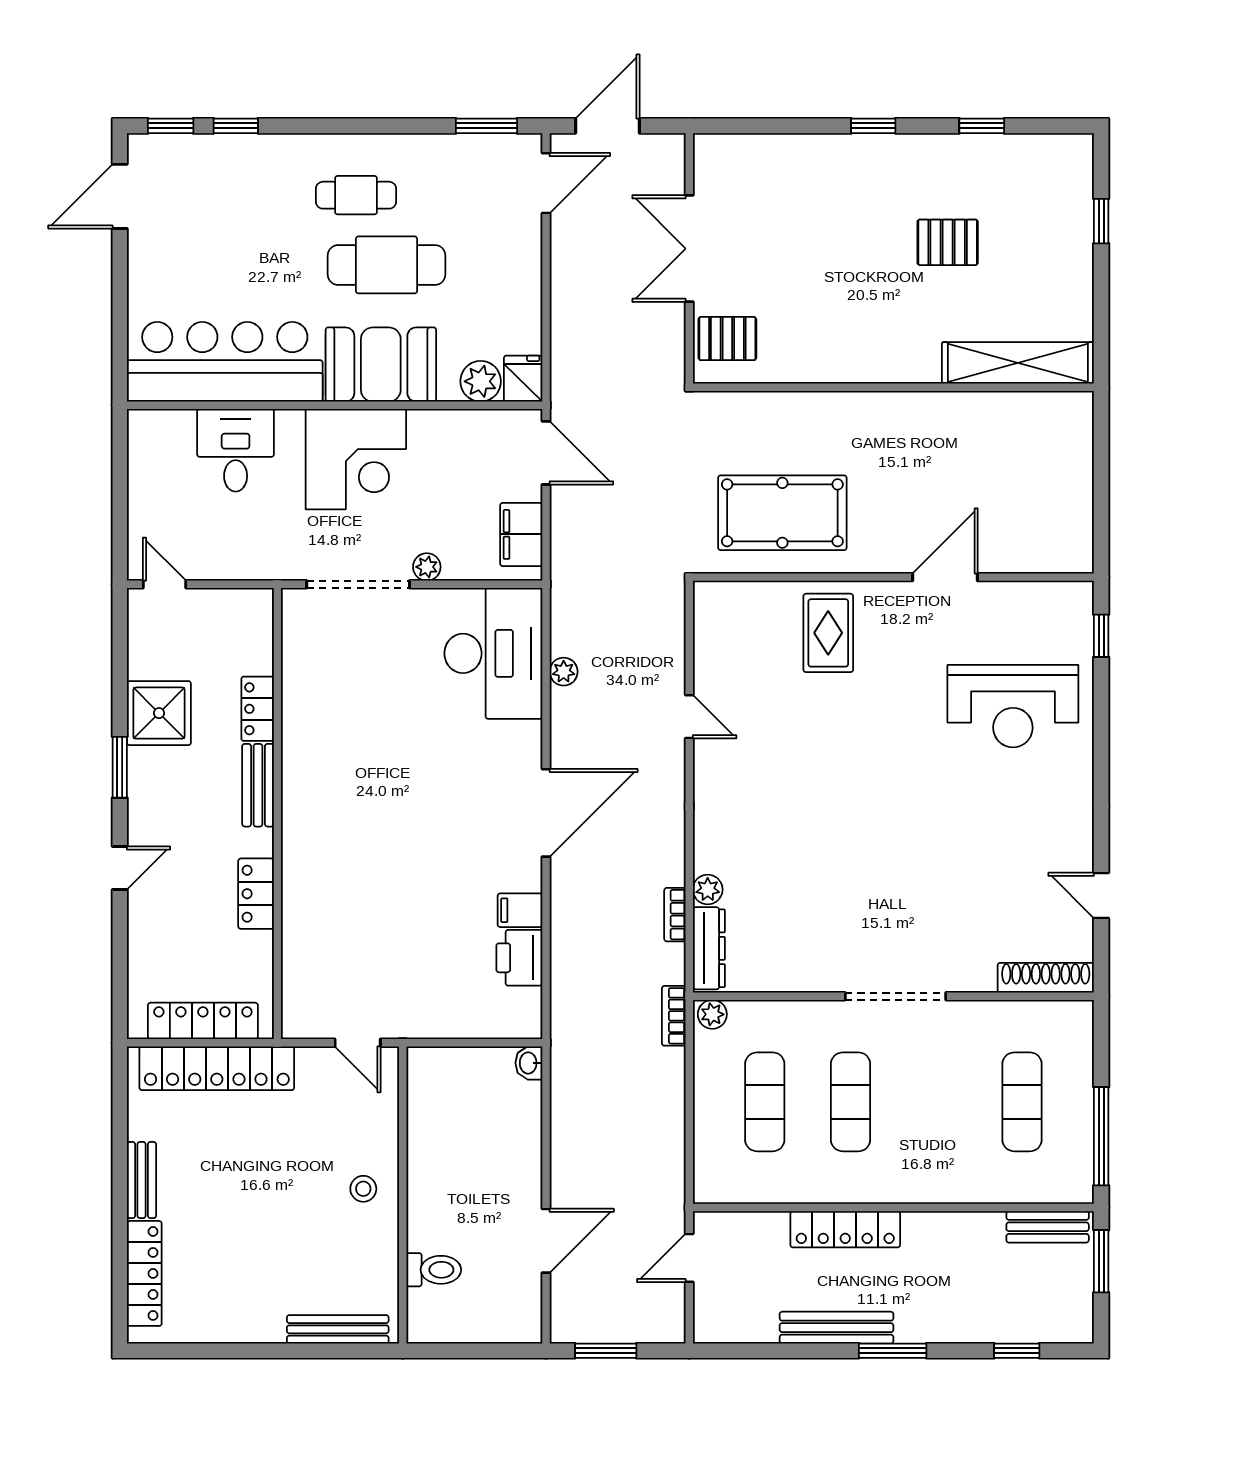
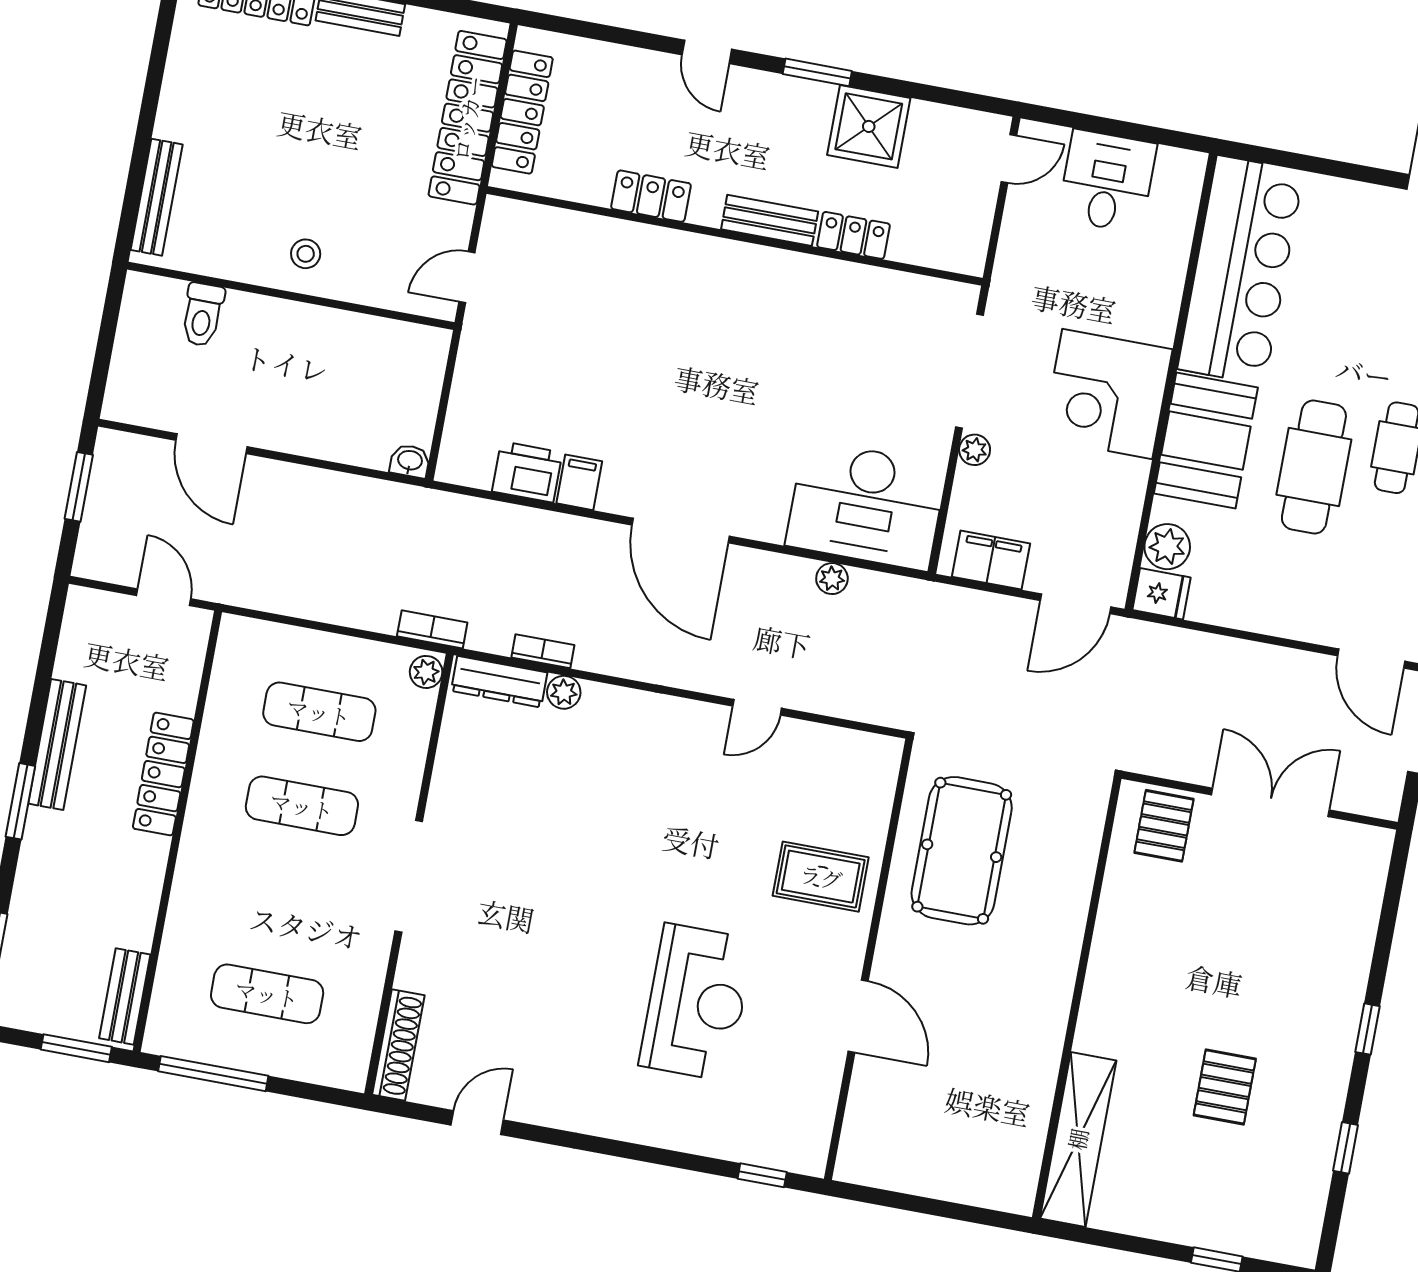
desk: (236, 450) -> (1107, 181), moved, turned -90
reception desk: (1013, 706) -> (696, 1002), moved, turned 180

